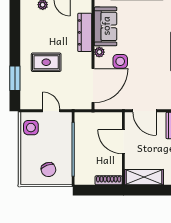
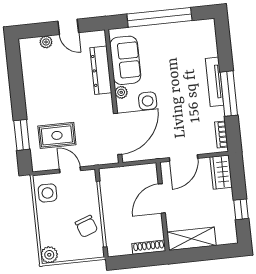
rug: (46, 62) -> (57, 135), moved
door: (144, 111) -> (184, 158), hinge flipped
door: (123, 142) -> (162, 198), hinge flipped
chair: (48, 170) -> (86, 226), moved
plant: (27, 178) -> (49, 255), added

